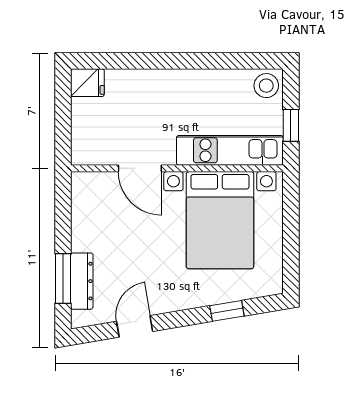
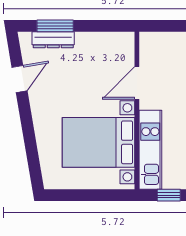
window: (227, 311) -> (31, 148), removed
door: (135, 326) -> (20, 79), hinge flipped

